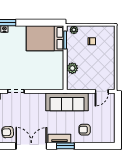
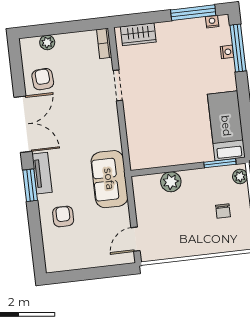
bed: (45, 38) -> (226, 126), width x0.67
door: (102, 91) -> (136, 239), hinge flipped
sofa: (67, 102) -> (109, 179), width x0.73

